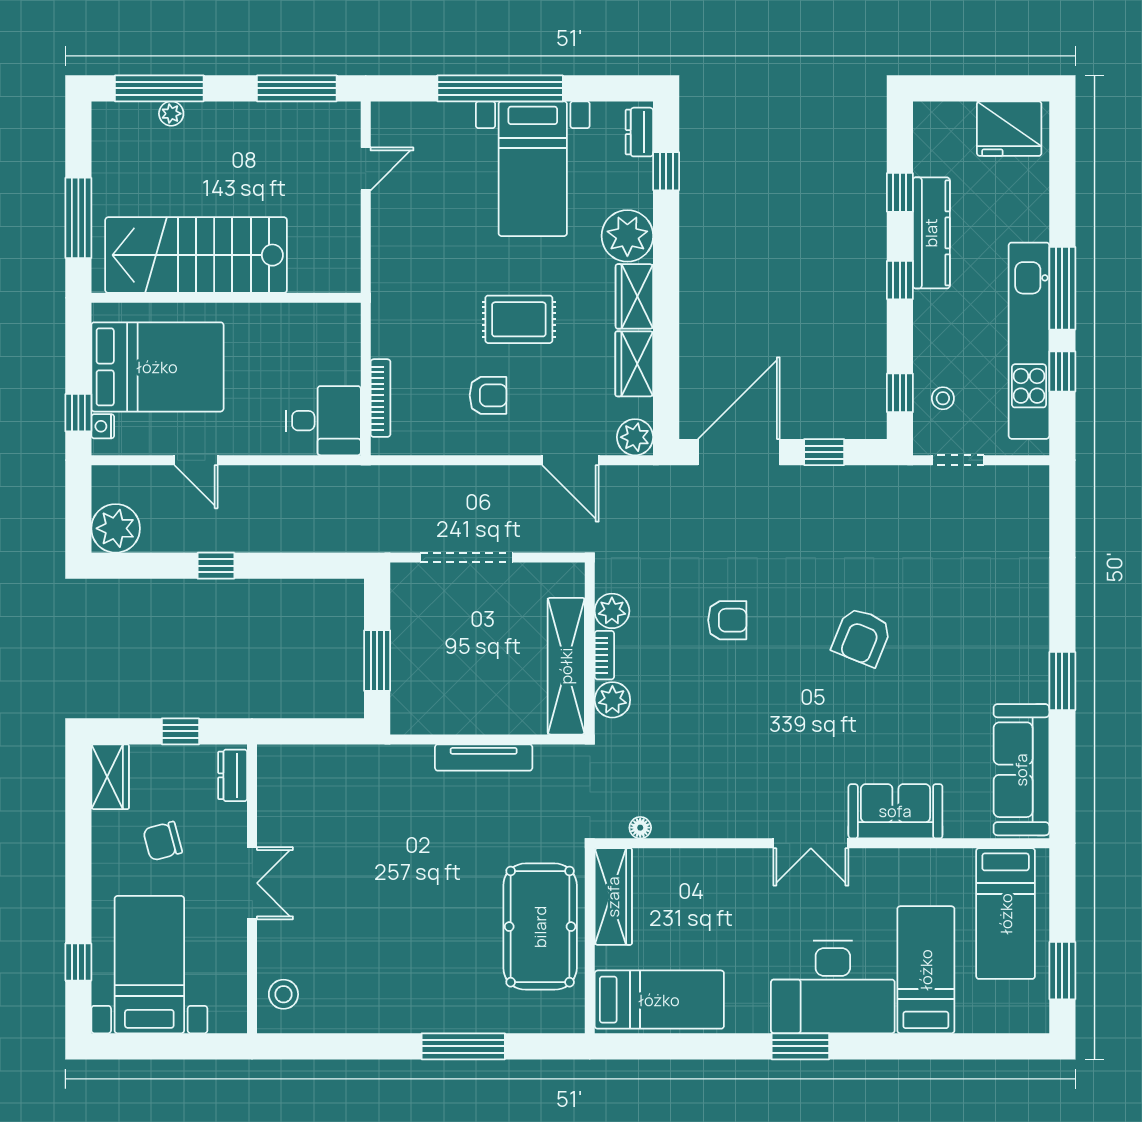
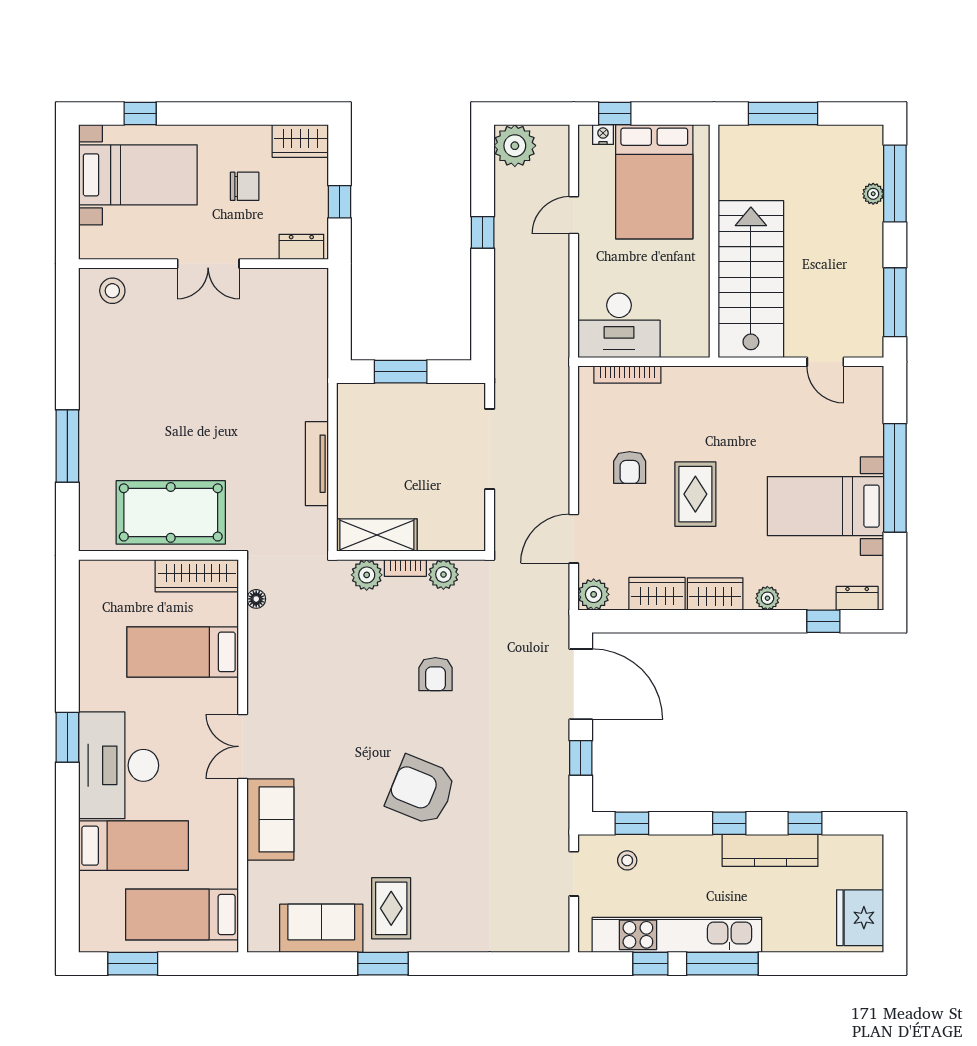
plant: (627, 236) -> (767, 598), width x0.53, depth x0.53
stairs: (196, 255) -> (751, 279), moved
desk: (323, 421) -> (619, 325), width x1.37
armchair: (862, 637) -> (421, 790), width x1.36, depth x1.36
shelving: (566, 666) -> (377, 535), width x0.68
rug: (998, 671) -> (391, 908), added
sofa: (1021, 770) -> (321, 928), width x0.73
chair: (163, 841) -> (245, 186), turned 105
bed: (659, 1000) -> (183, 652), moved, turned 90

